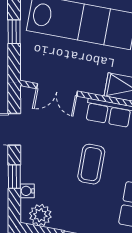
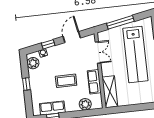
window: (14, 32) -> (120, 22), width x2.17
double door: (57, 90) -> (98, 52), swing flipped

